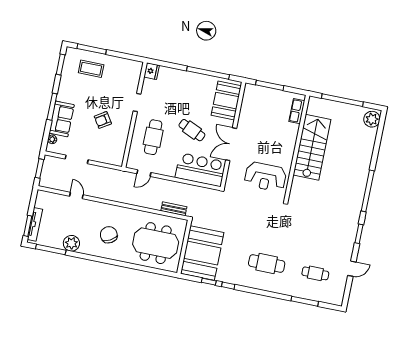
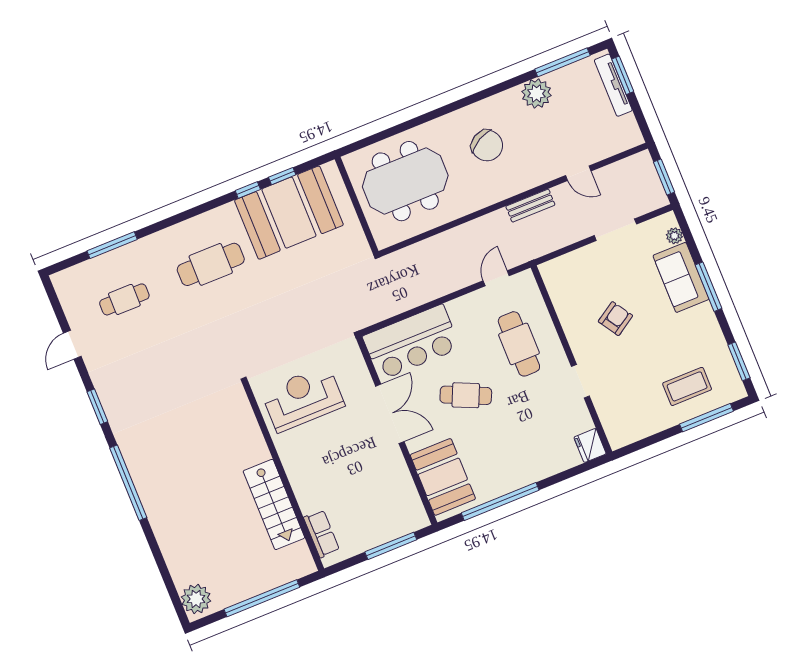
stairs: (312, 147) -> (274, 504), width x0.73, depth x0.66
bench: (174, 209) -> (530, 206), moved
booth: (202, 253) -> (289, 213), moved, turned 90

